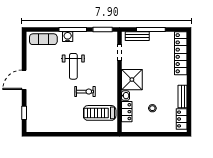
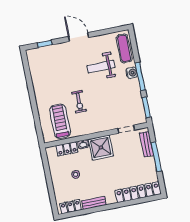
weight bench: (73, 66) -> (101, 67), moved

